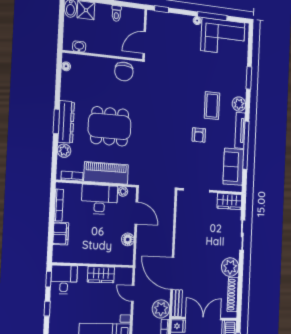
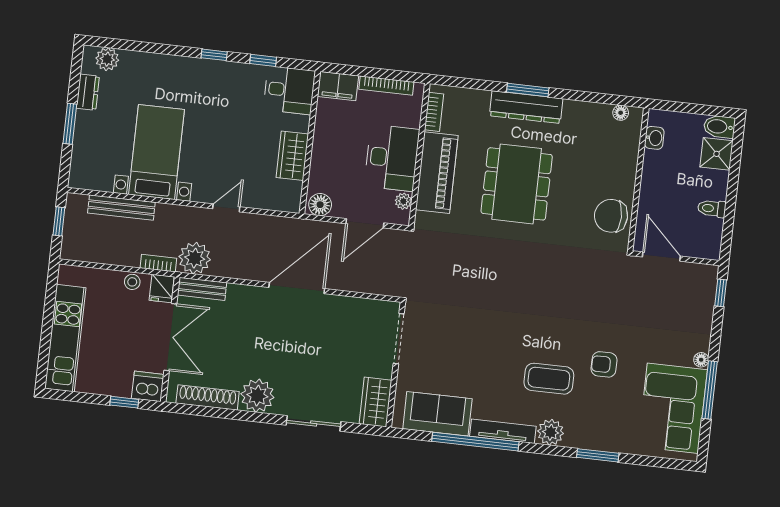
armchair: (199, 135) -> (604, 364), moved
plant: (64, 151) -> (478, 101), removed
wall: (93, 265) -> (310, 142), moved
door: (172, 273) -> (297, 288), moved
wardrobe: (101, 275) -> (292, 156), moved
desk: (64, 280) -> (289, 90), moved

